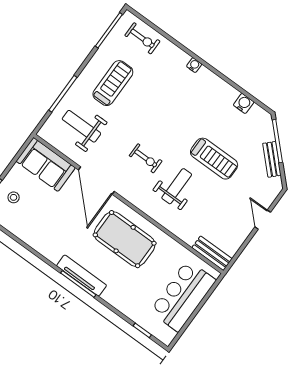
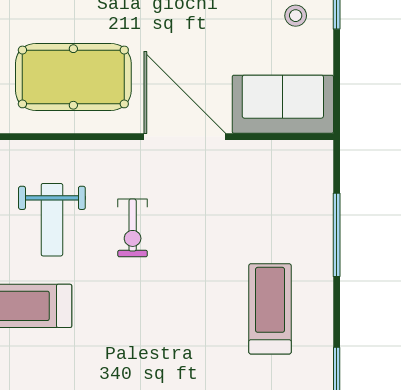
treadmill: (113, 83) -> (270, 309), turned 180
weight bench: (81, 126) -> (270, 205), removed
exercise bike: (146, 158) -> (133, 228), turned -90

